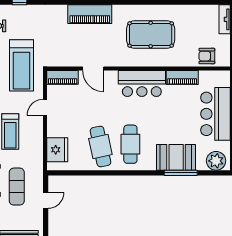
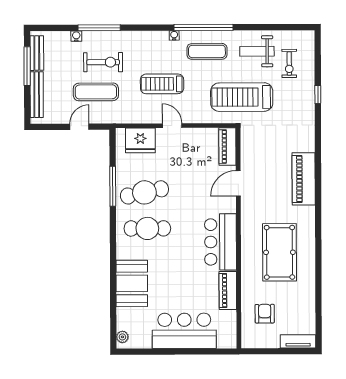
armchair: (207, 56) -> (265, 314), moved
door: (45, 107) -> (172, 126), moved
plant: (216, 161) -> (122, 337), width x0.53, depth x0.53
window: (181, 173) -> (113, 186), moved
door: (46, 200) -> (79, 127), swing flipped

